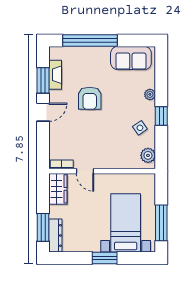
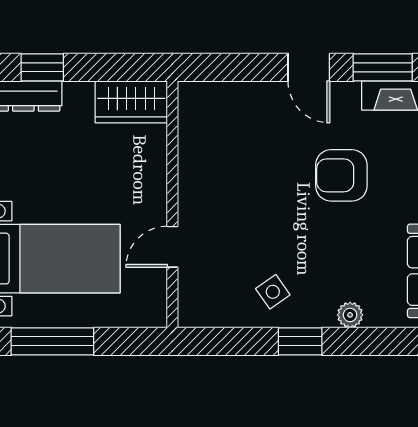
plant: (148, 155) -> (209, 310), removed
bookcase: (62, 164) -> (188, 111), removed
door: (85, 171) -> (172, 247), moved
window: (43, 227) -> (42, 67), width x0.67

